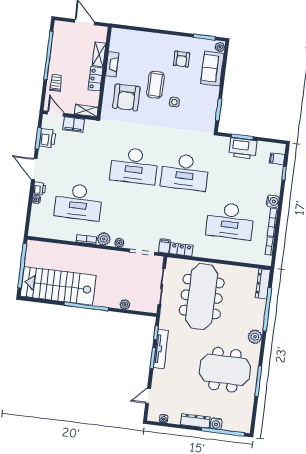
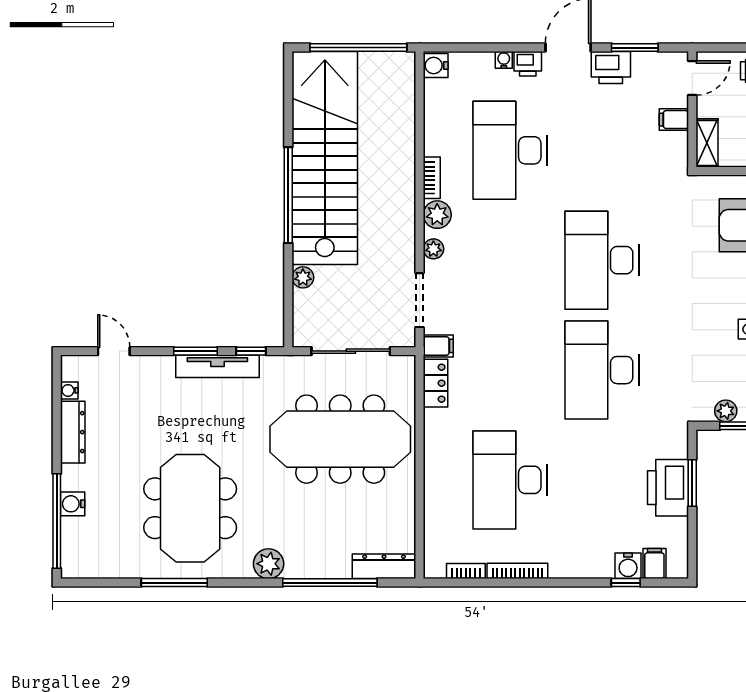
plant: (211, 117) -> (726, 411), added
filing cabinet: (74, 124) -> (674, 120), width x0.50
printer: (47, 138) -> (611, 68), moved
water cooler: (273, 201) -> (628, 566), moved
water cooler: (35, 231) -> (436, 65), added
stairs: (58, 286) -> (325, 158), width x1.36
dresser: (195, 421) -> (73, 432), moved

